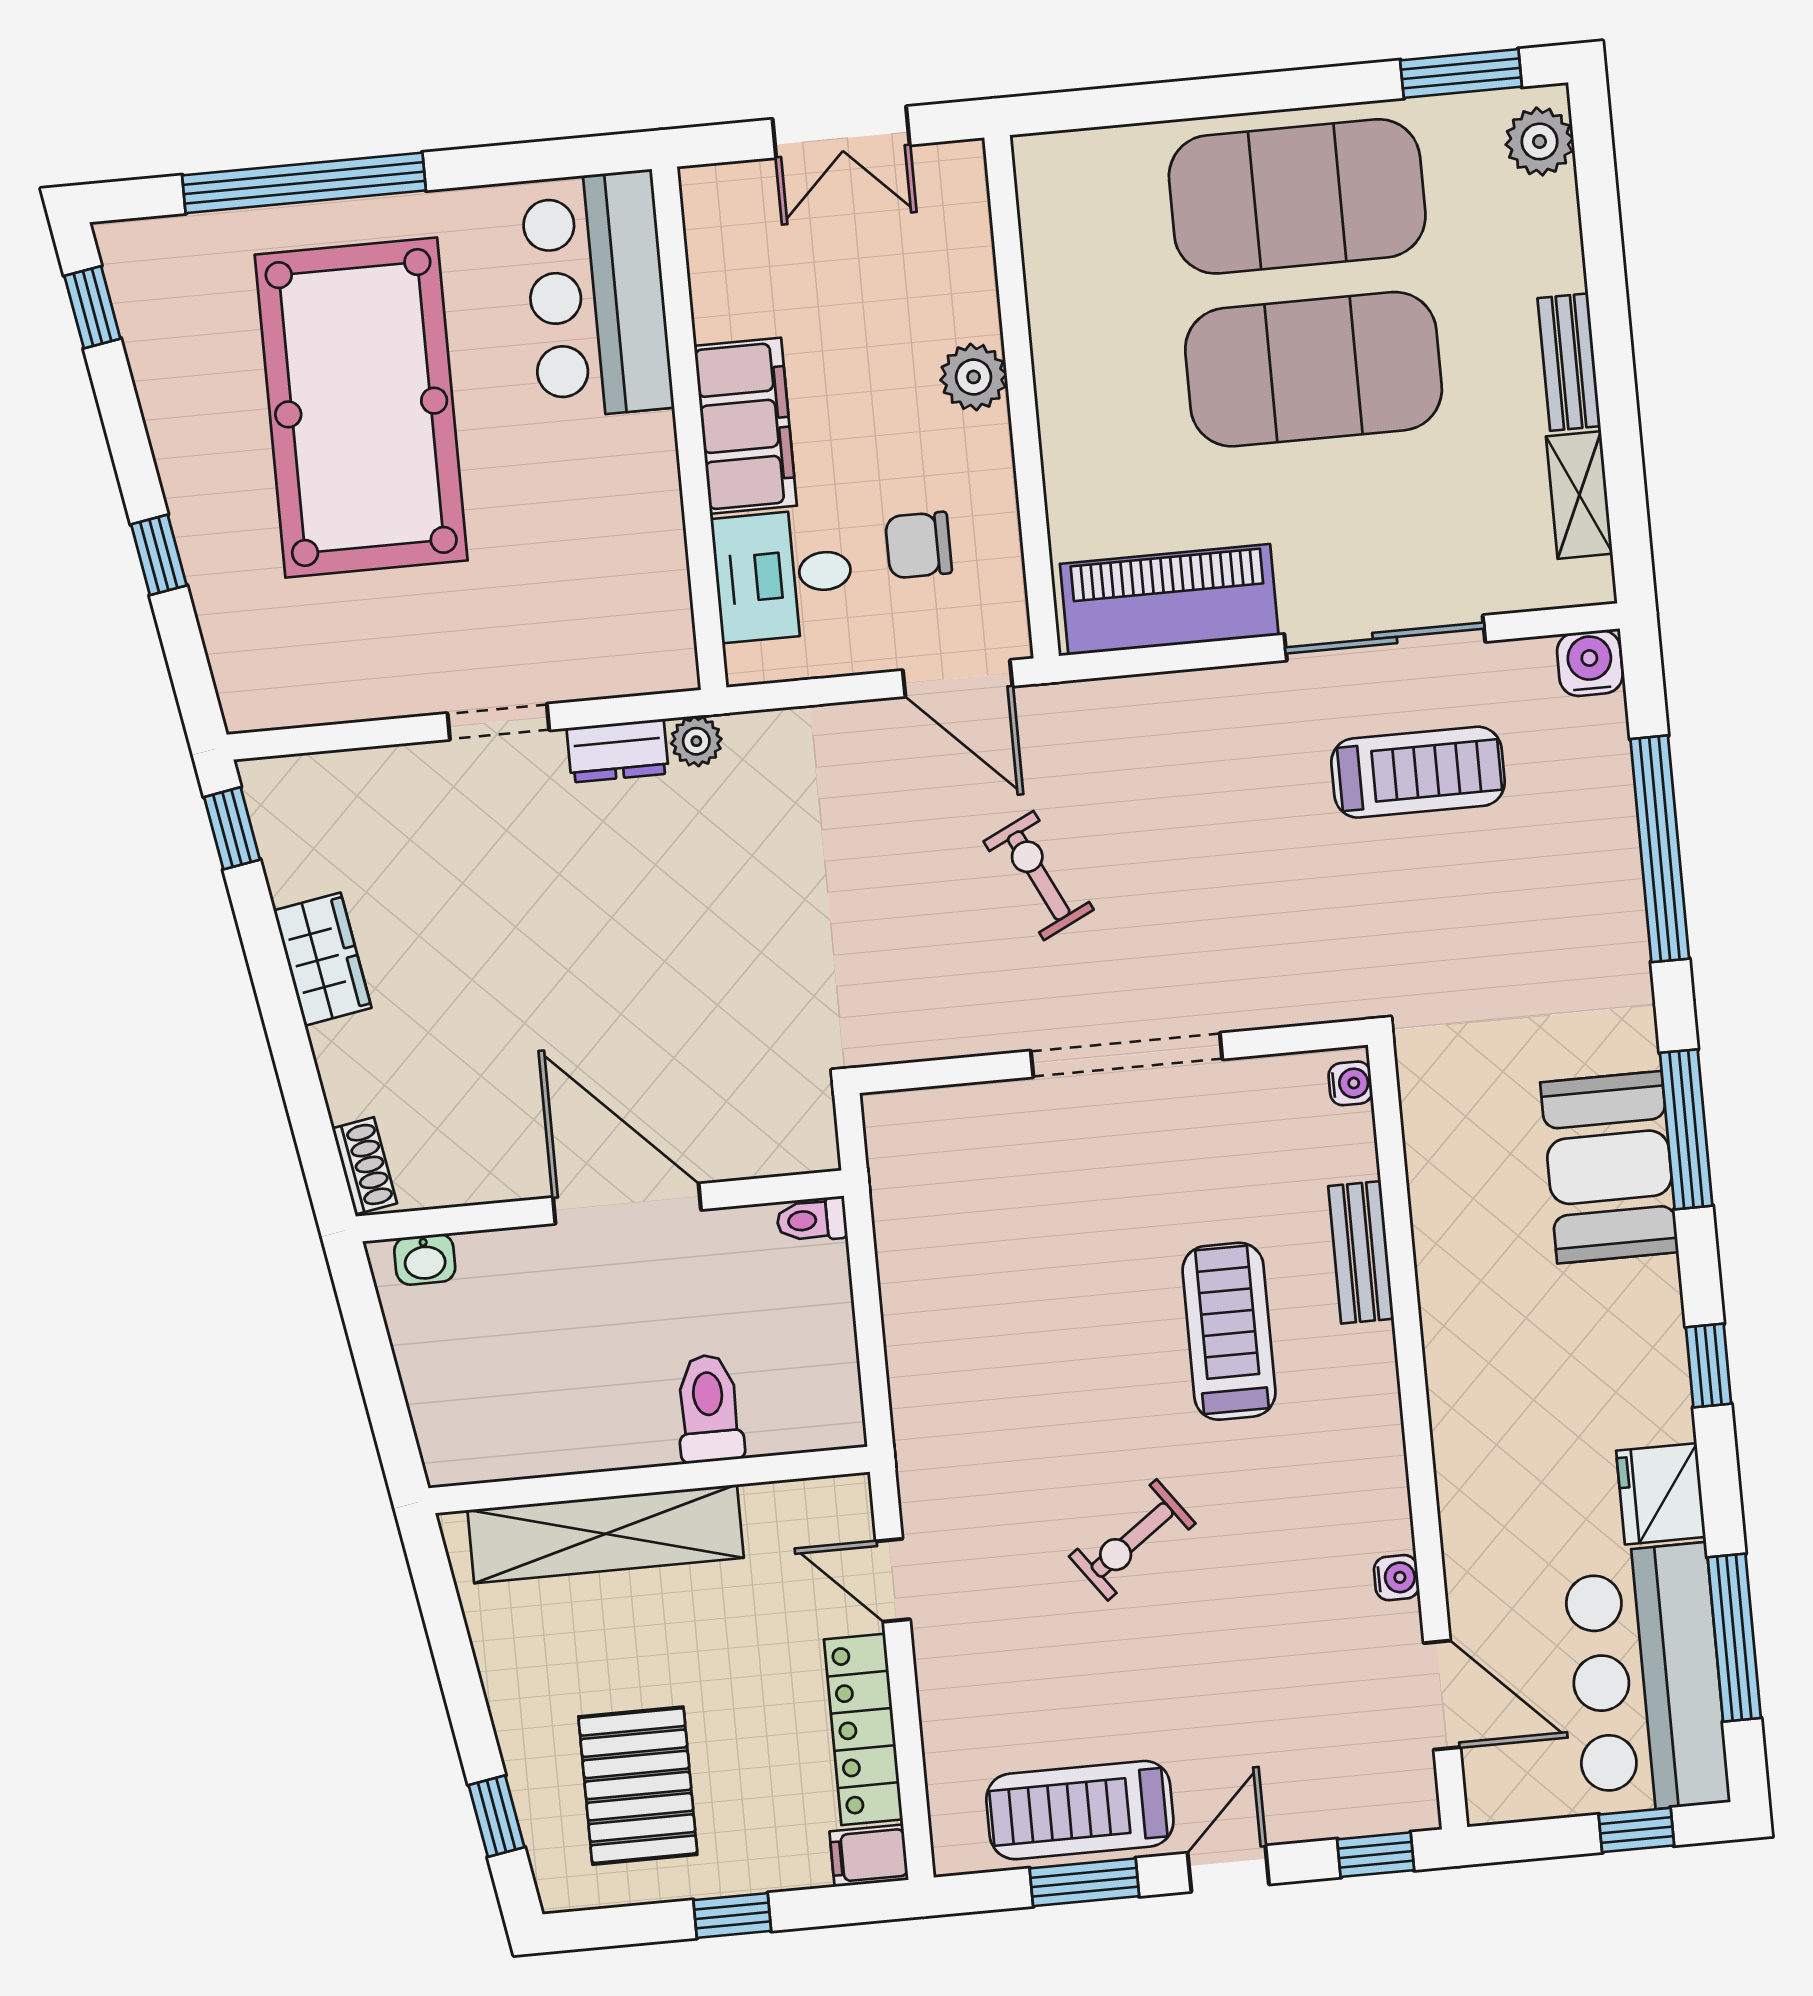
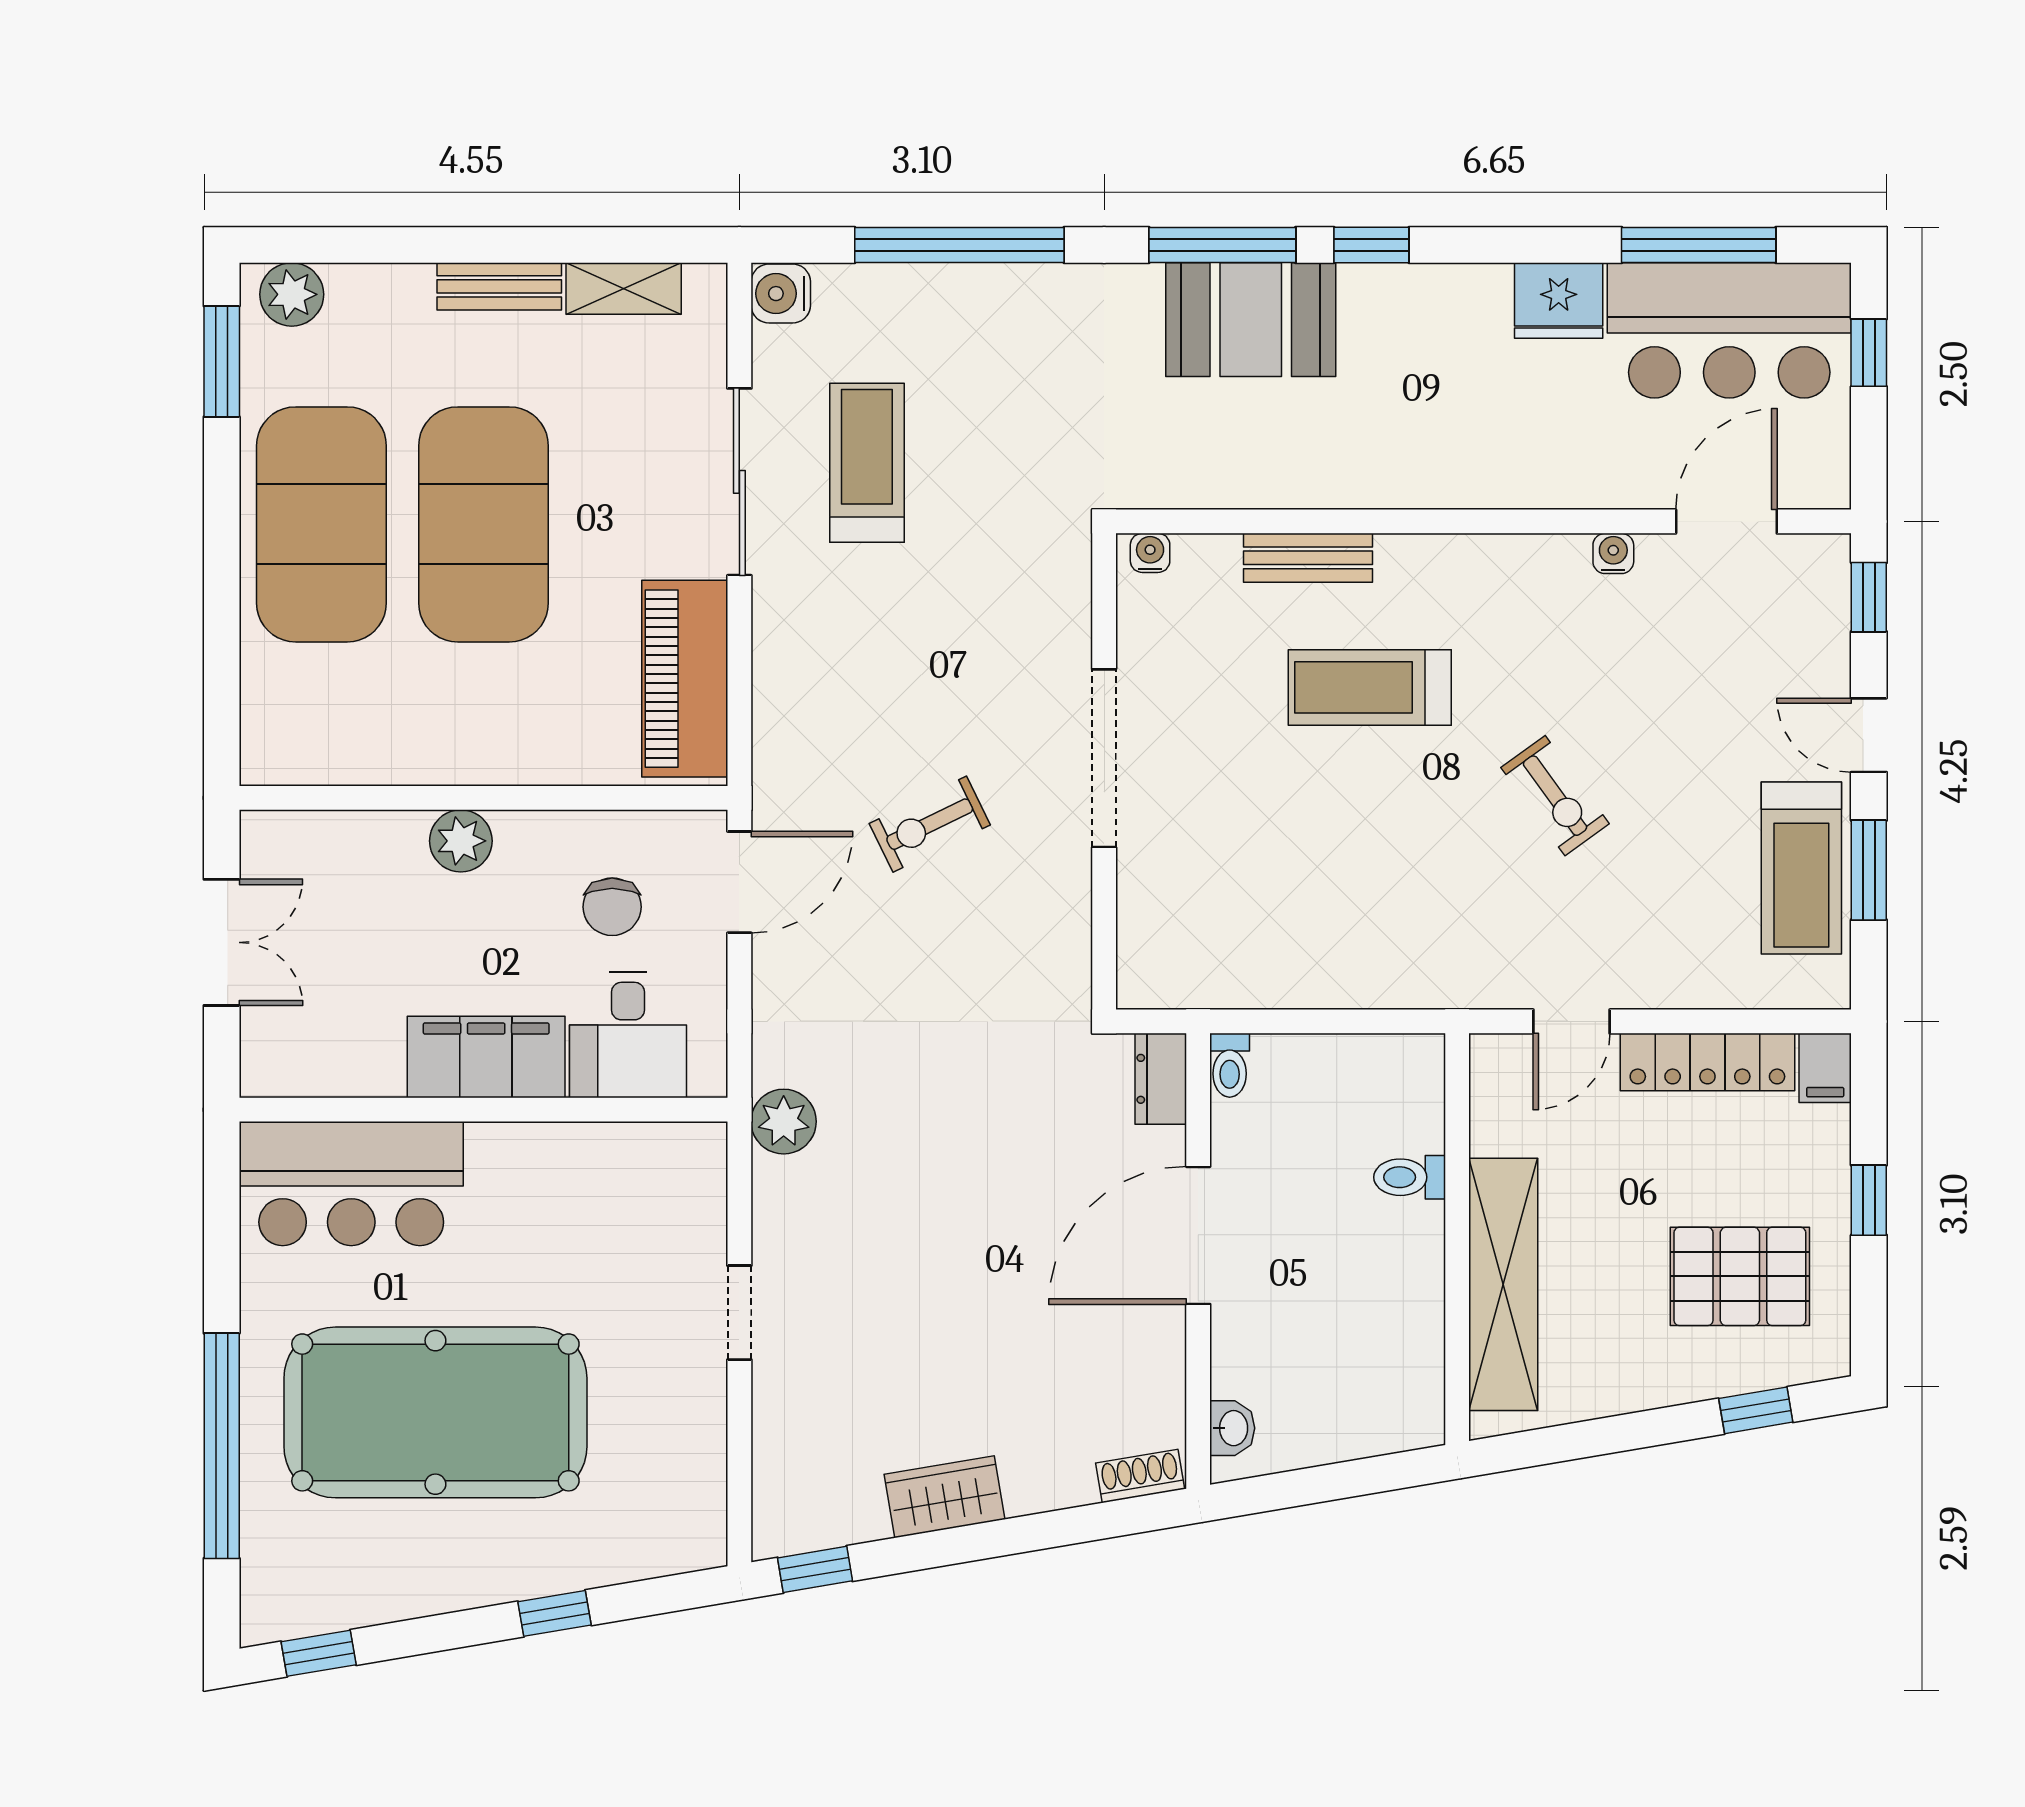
plant: (696, 741) -> (784, 1122), width x1.38, depth x1.38
dresser: (618, 751) -> (1161, 1079), moved, turned 180
window: (1708, 1366) -> (1371, 245), moved
toilet: (709, 1408) -> (1410, 1177), width x0.73, depth x0.72

